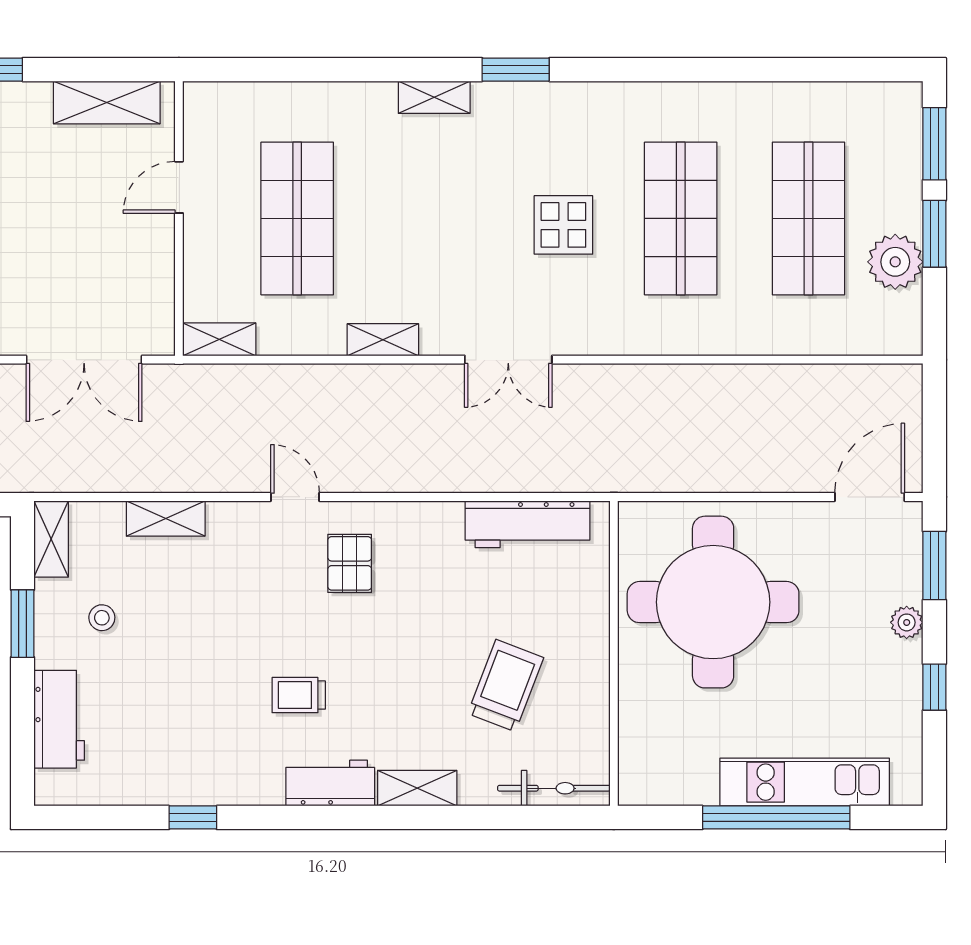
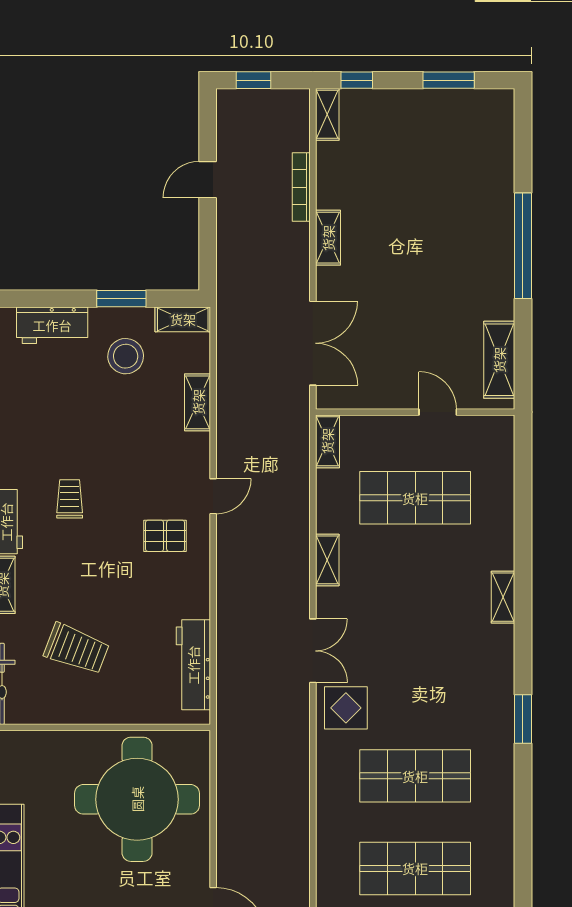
window: (516, 70) -> (523, 719), moved
display table: (563, 225) -> (346, 708), moved
double door: (84, 360) -> (313, 343), swing flipped
double door: (508, 360) -> (313, 651), swing flipped
stool: (102, 618) -> (126, 356), width x1.89, depth x1.89

